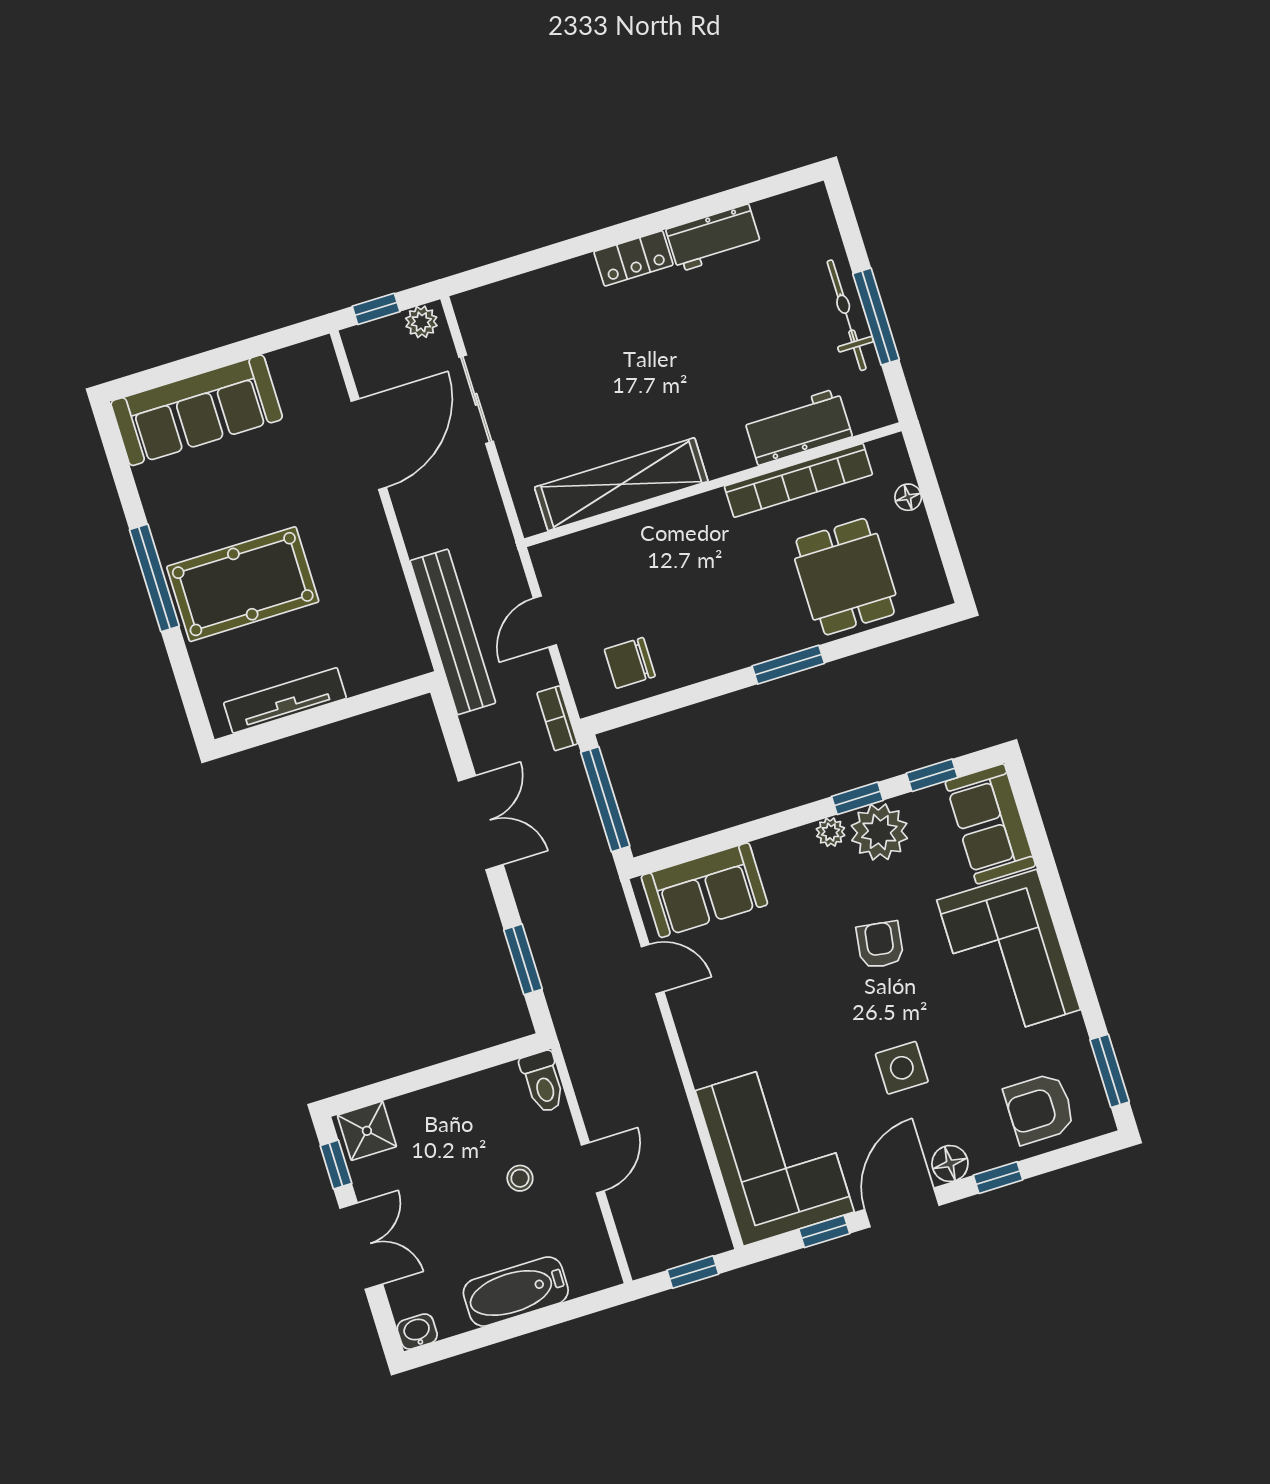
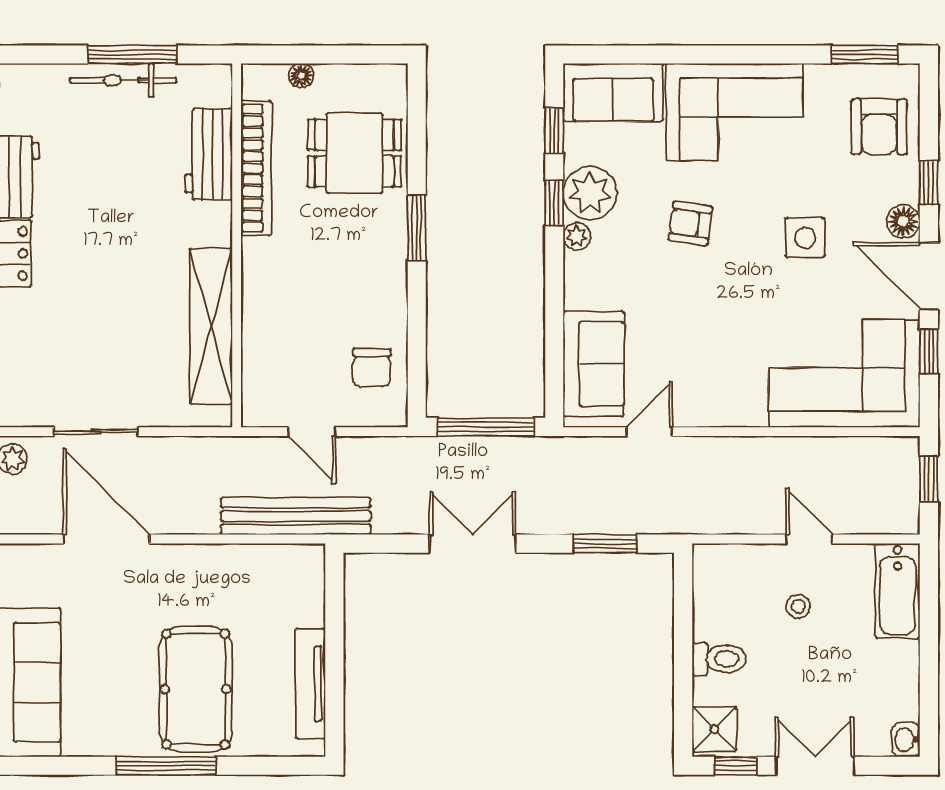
bookcase: (557, 718) -> (401, 447), removed
toilet: (543, 1082) -> (719, 659), moved
bathtub: (516, 1292) -> (898, 591), moved

